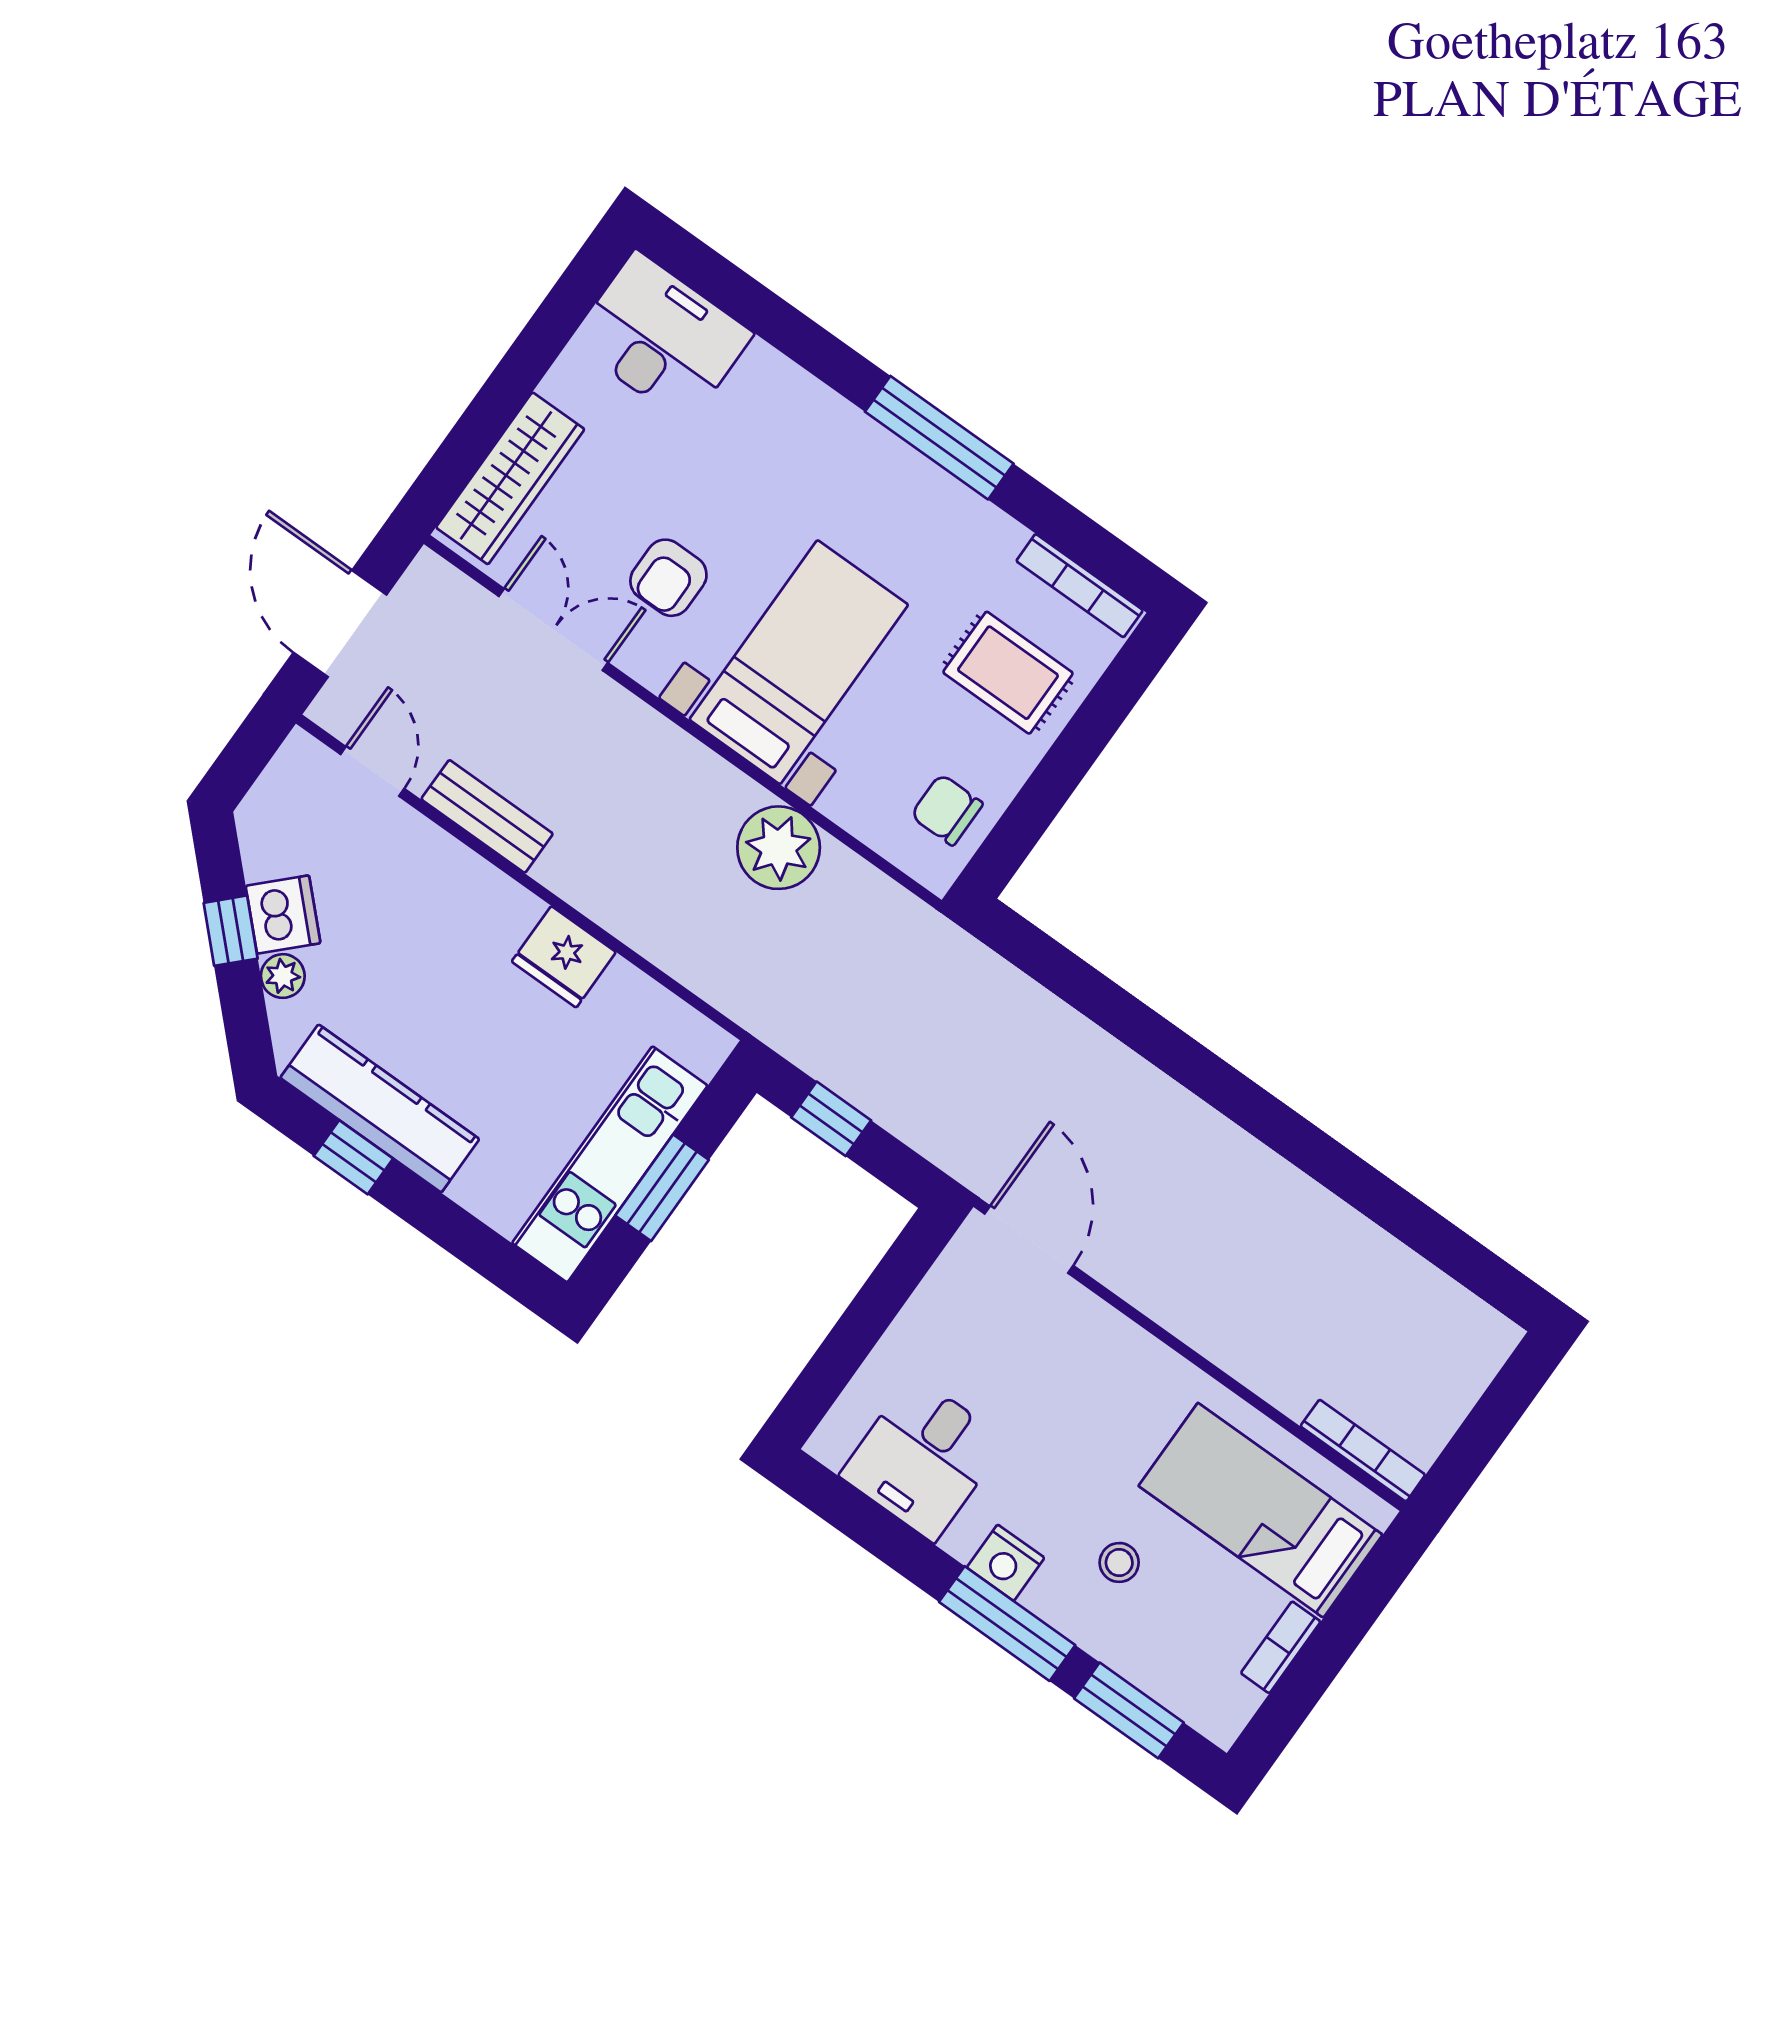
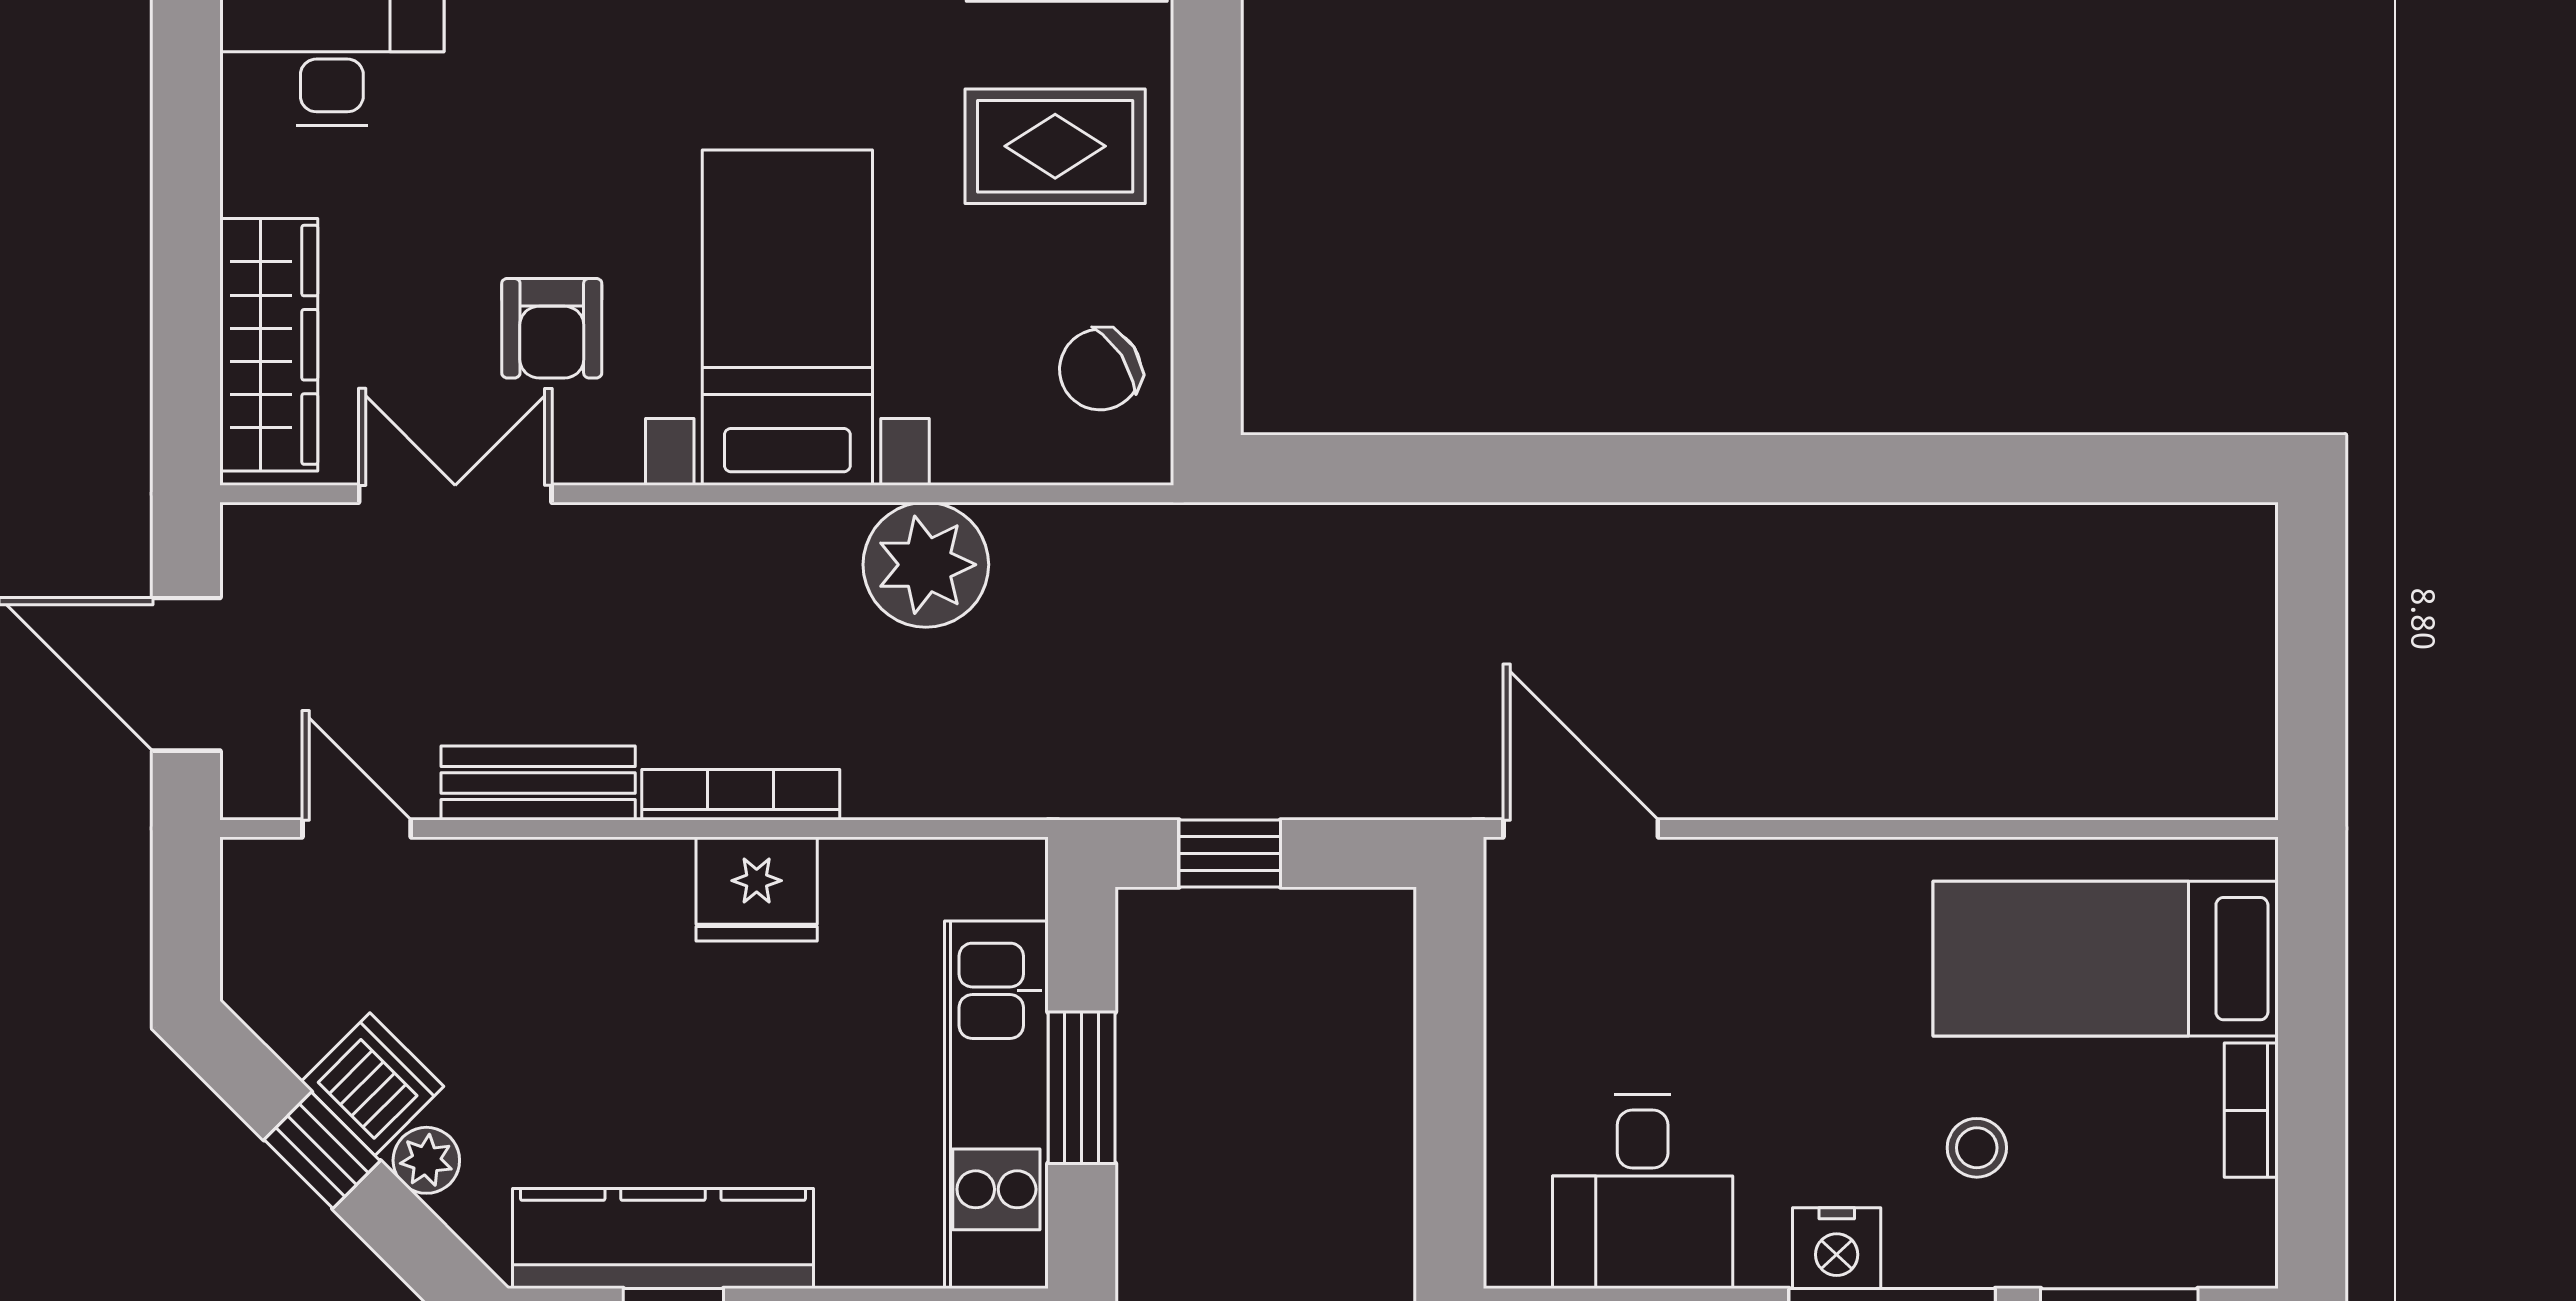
chair: (947, 810) -> (1100, 370), turned -33
bookcase: (1363, 1451) -> (741, 795), moved

